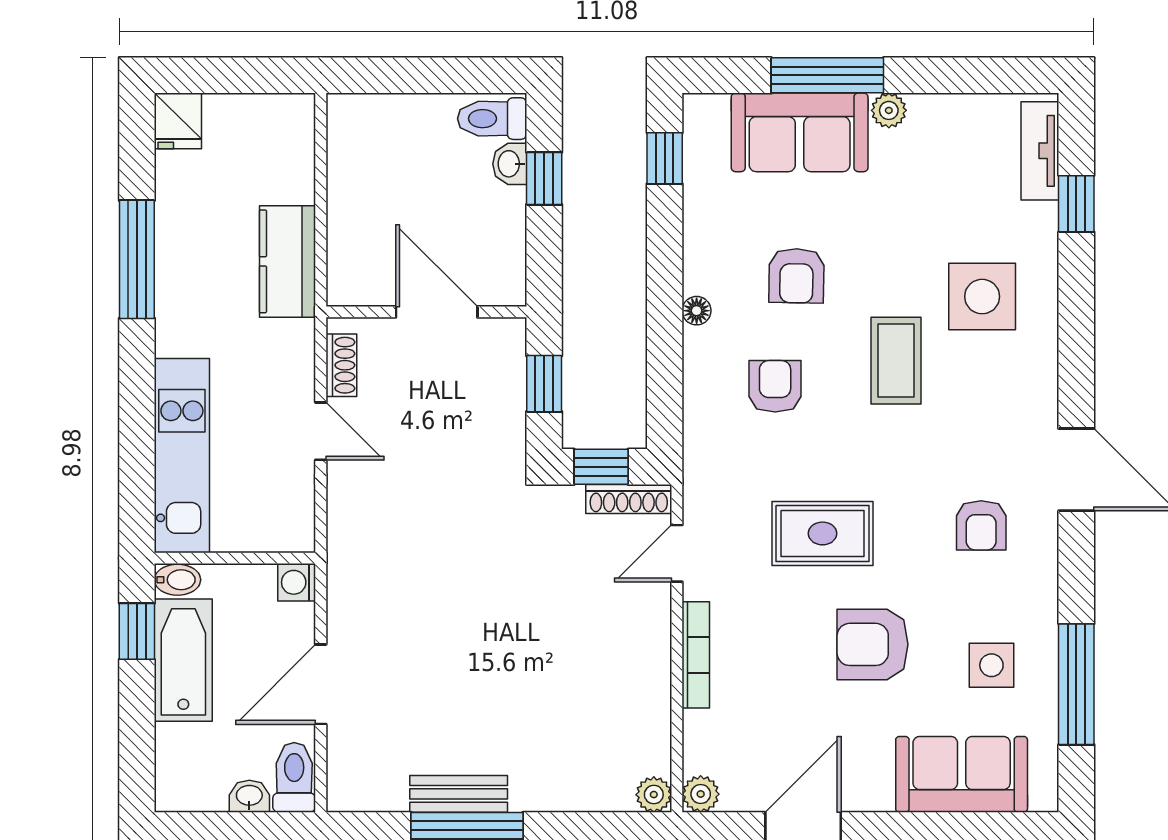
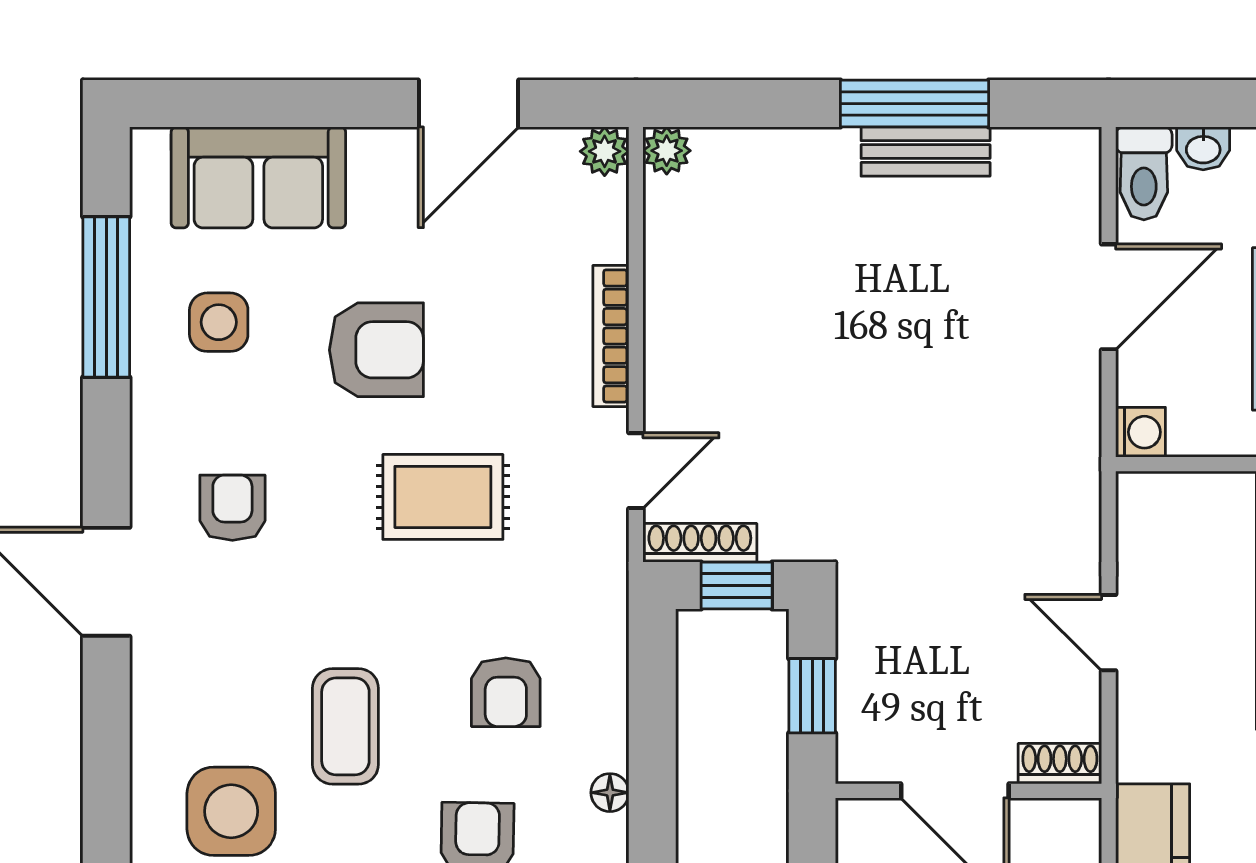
shoe rack: (341, 365) -> (1060, 764), moved, turned 90

